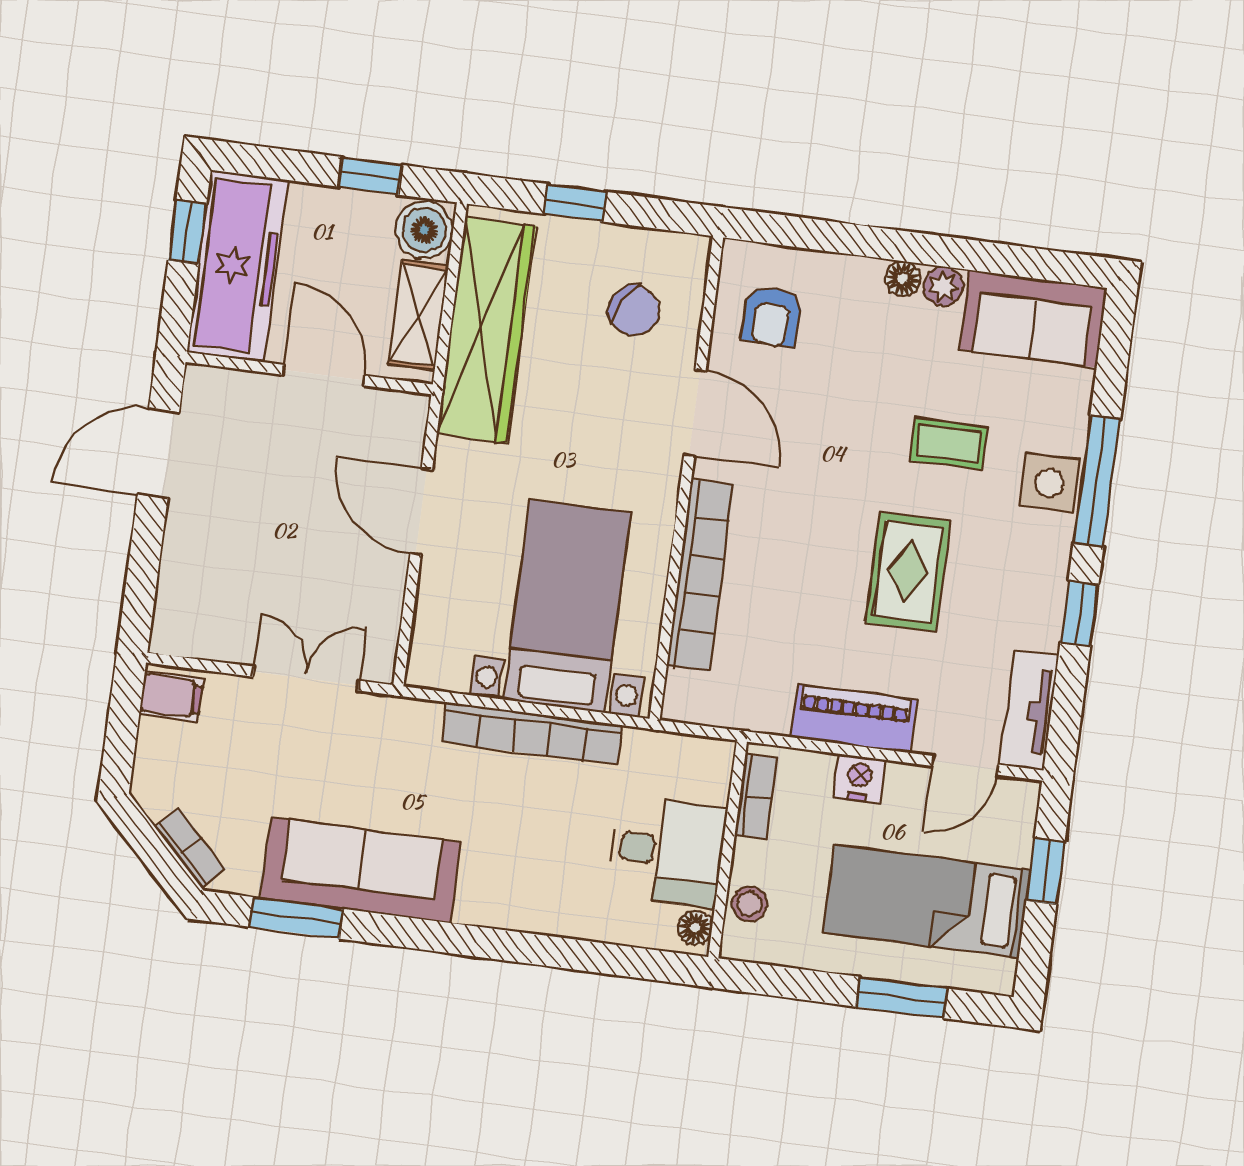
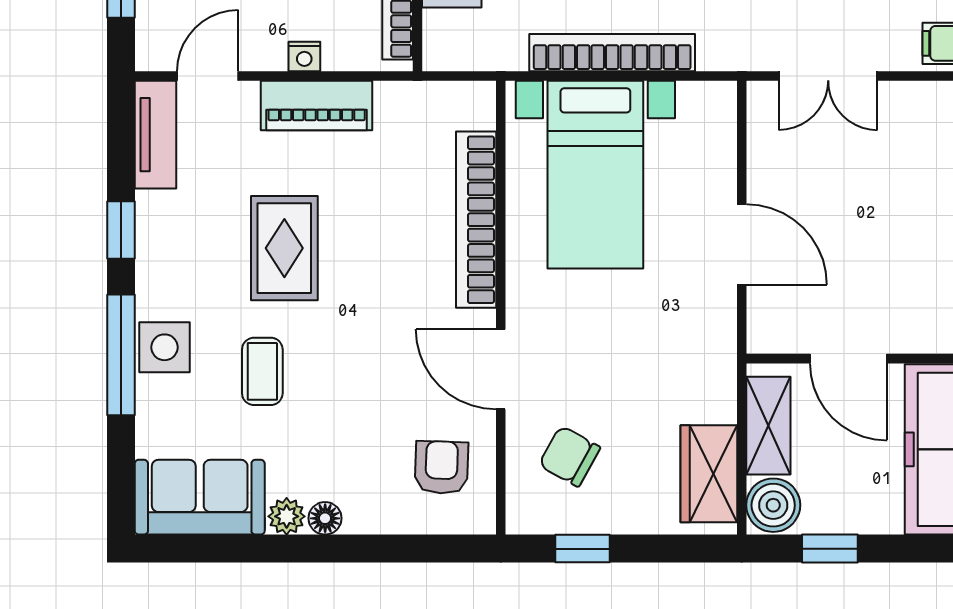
window: (575, 203) -> (582, 549), moved
wardrobe: (486, 330) -> (709, 474), width x0.48, depth x0.85
coffee table: (949, 444) -> (262, 371), turned 90
nightstand: (859, 778) -> (304, 56), width x0.72, depth x0.74

